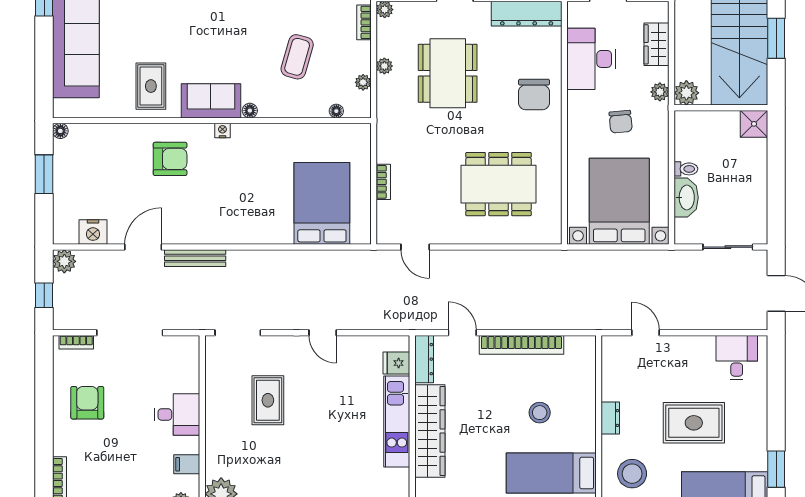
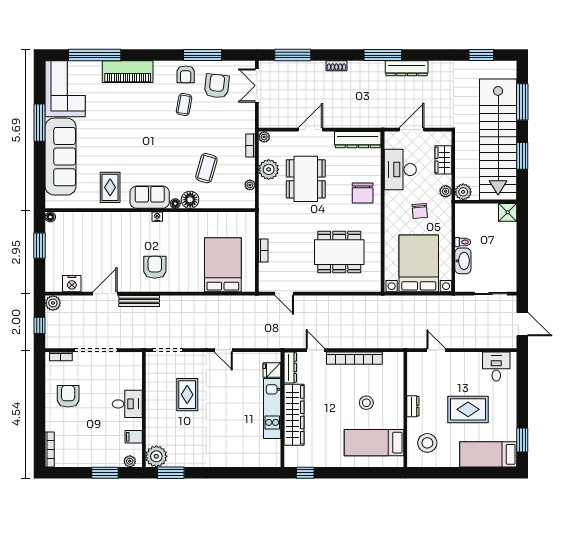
plant: (384, 66) -> (269, 169), width x1.88, depth x1.88
floor lamp: (336, 111) -> (190, 200), moved, width x1.89, depth x1.89
armchair: (170, 159) -> (155, 267), moved, turned -90

